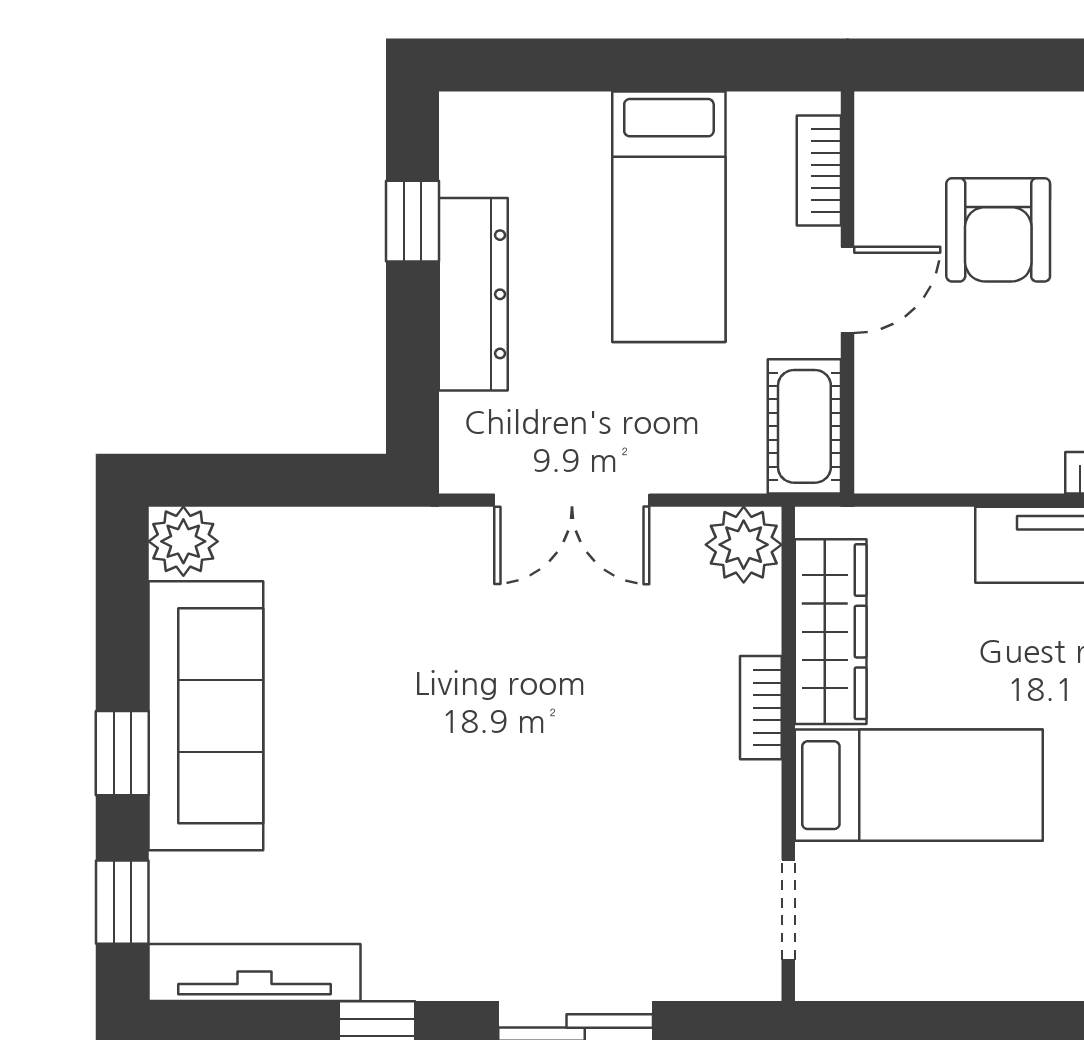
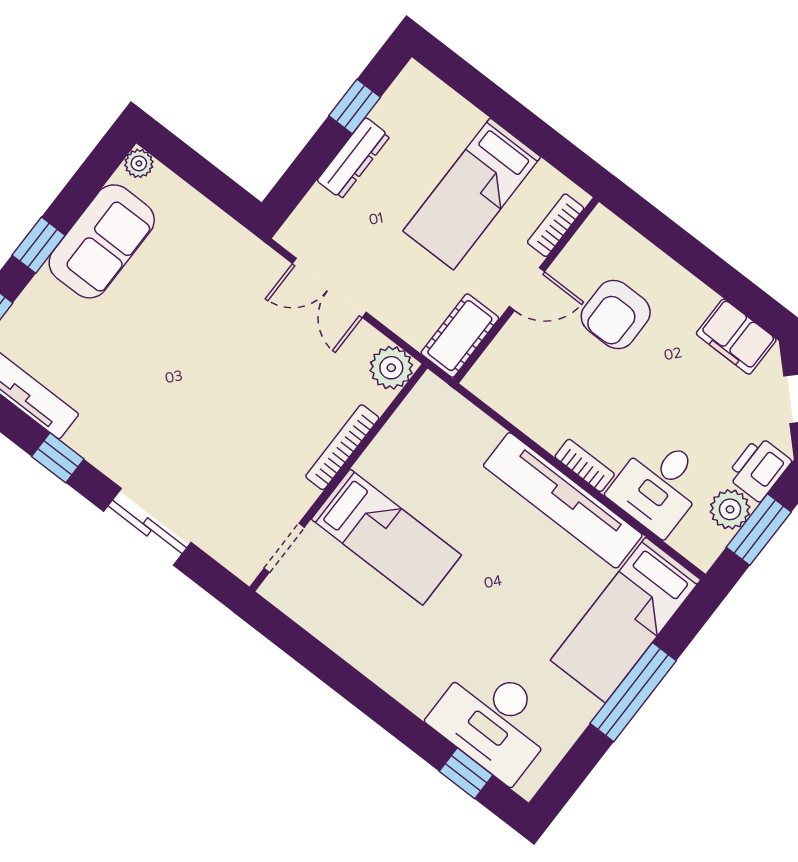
dresser: (473, 294) -> (354, 158), width x0.73, depth x0.80
plant: (183, 541) -> (139, 163), width x0.73, depth x0.73
wardrobe: (831, 632) -> (400, 437), removed
bookcase: (761, 708) -> (342, 447), width x1.56
sofa: (206, 716) -> (102, 241), width x0.73

